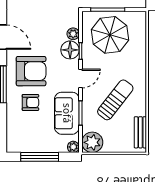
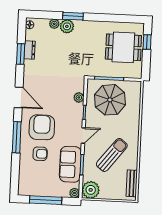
floor lamp: (70, 50) -> (76, 111), removed
armchair: (31, 71) -> (42, 127), turned -90

